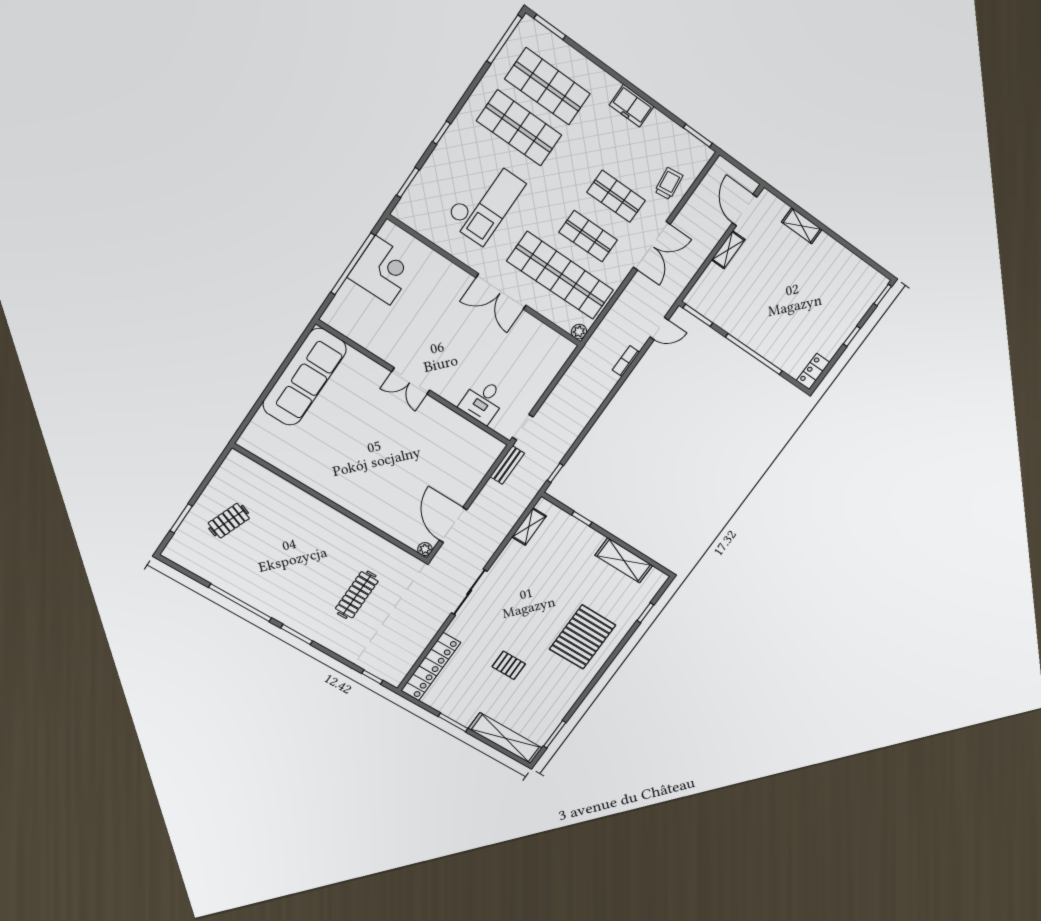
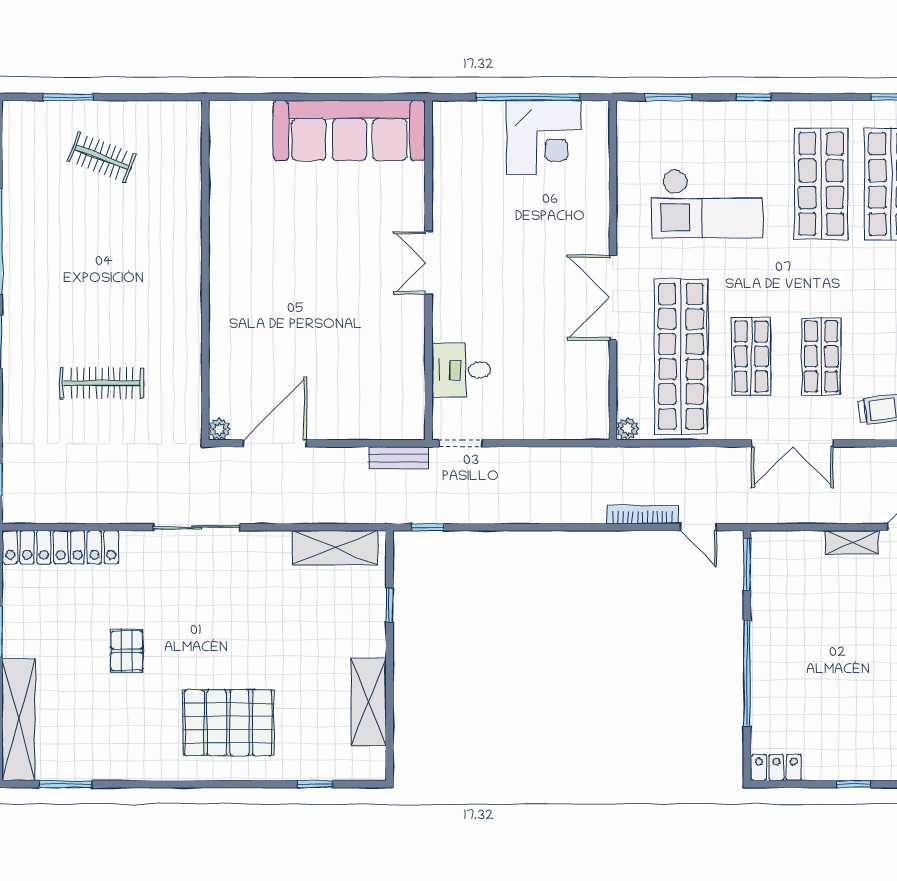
bookcase: (626, 361) -> (643, 515), width x1.56
shelving: (529, 527) -> (335, 548), width x1.50, depth x1.33

